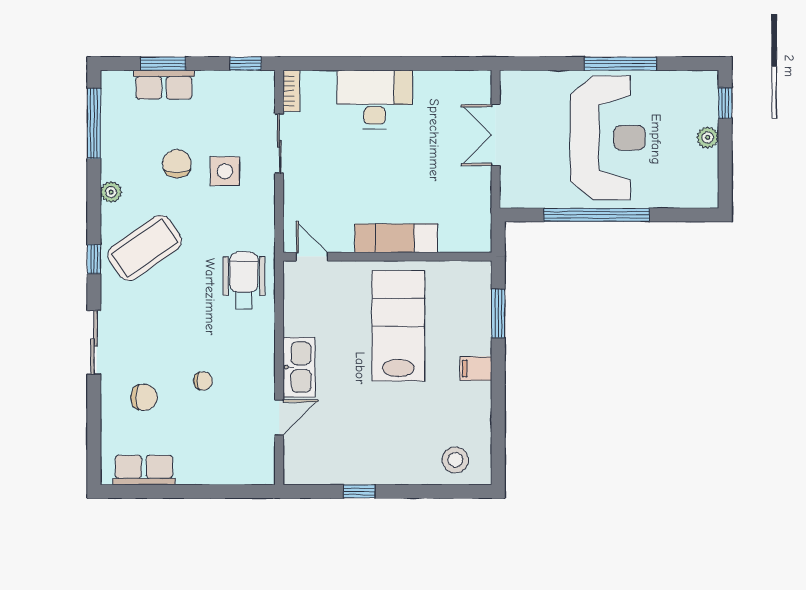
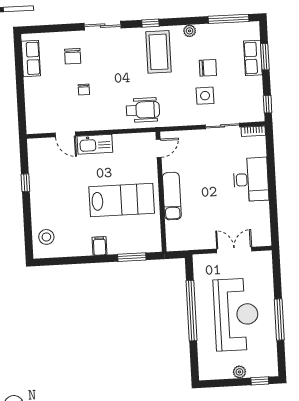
reception desk: (608, 138) -> (236, 315), turned -90
coffee table: (145, 248) -> (158, 52), turned 35

